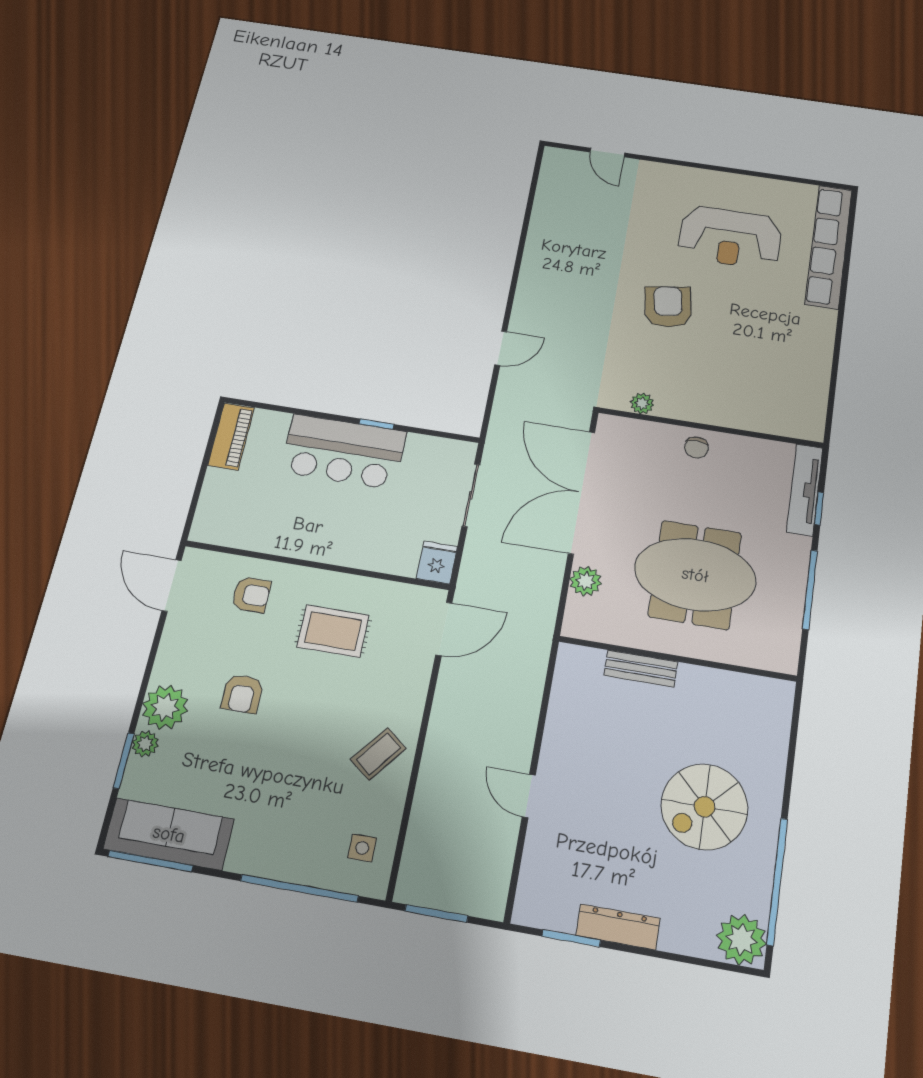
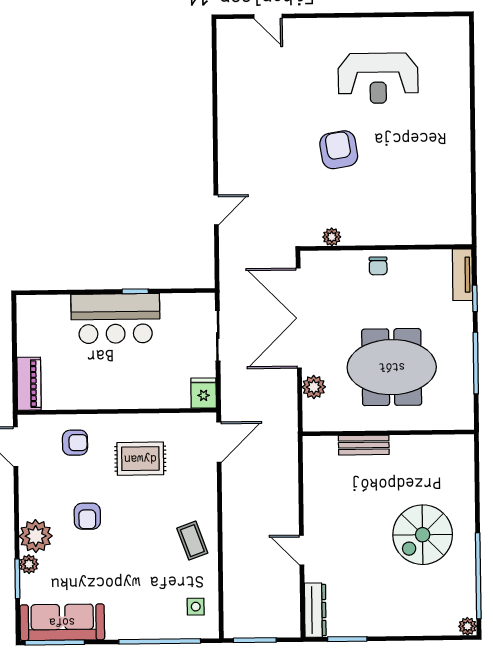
row of seats: (829, 246) -> (457, 72), removed
piano: (231, 436) -> (29, 384), moved
tv unit: (805, 490) -> (462, 275), width x0.71
coffee table: (378, 754) -> (192, 541), turned -58
dresser: (618, 927) -> (315, 610), moved, turned 90
plant: (742, 940) -> (468, 626), width x0.53, depth x0.53

